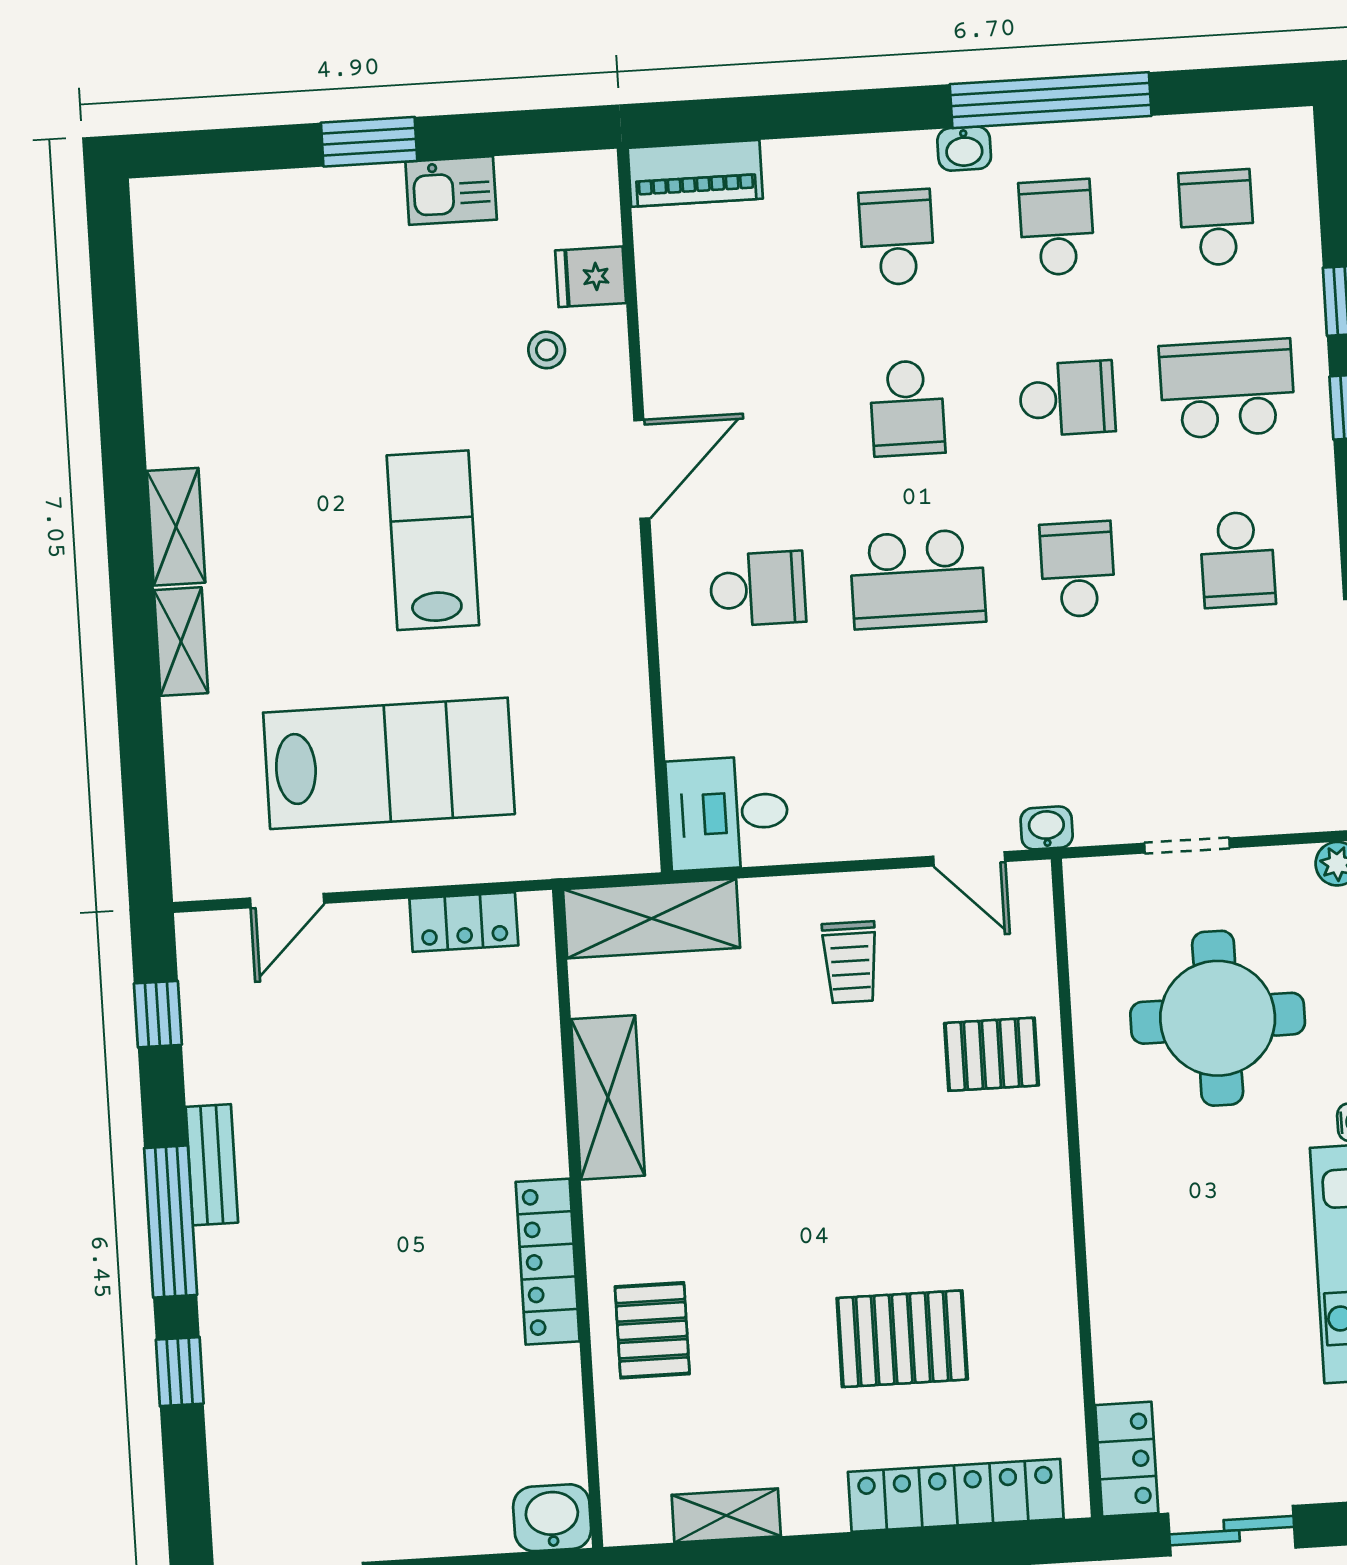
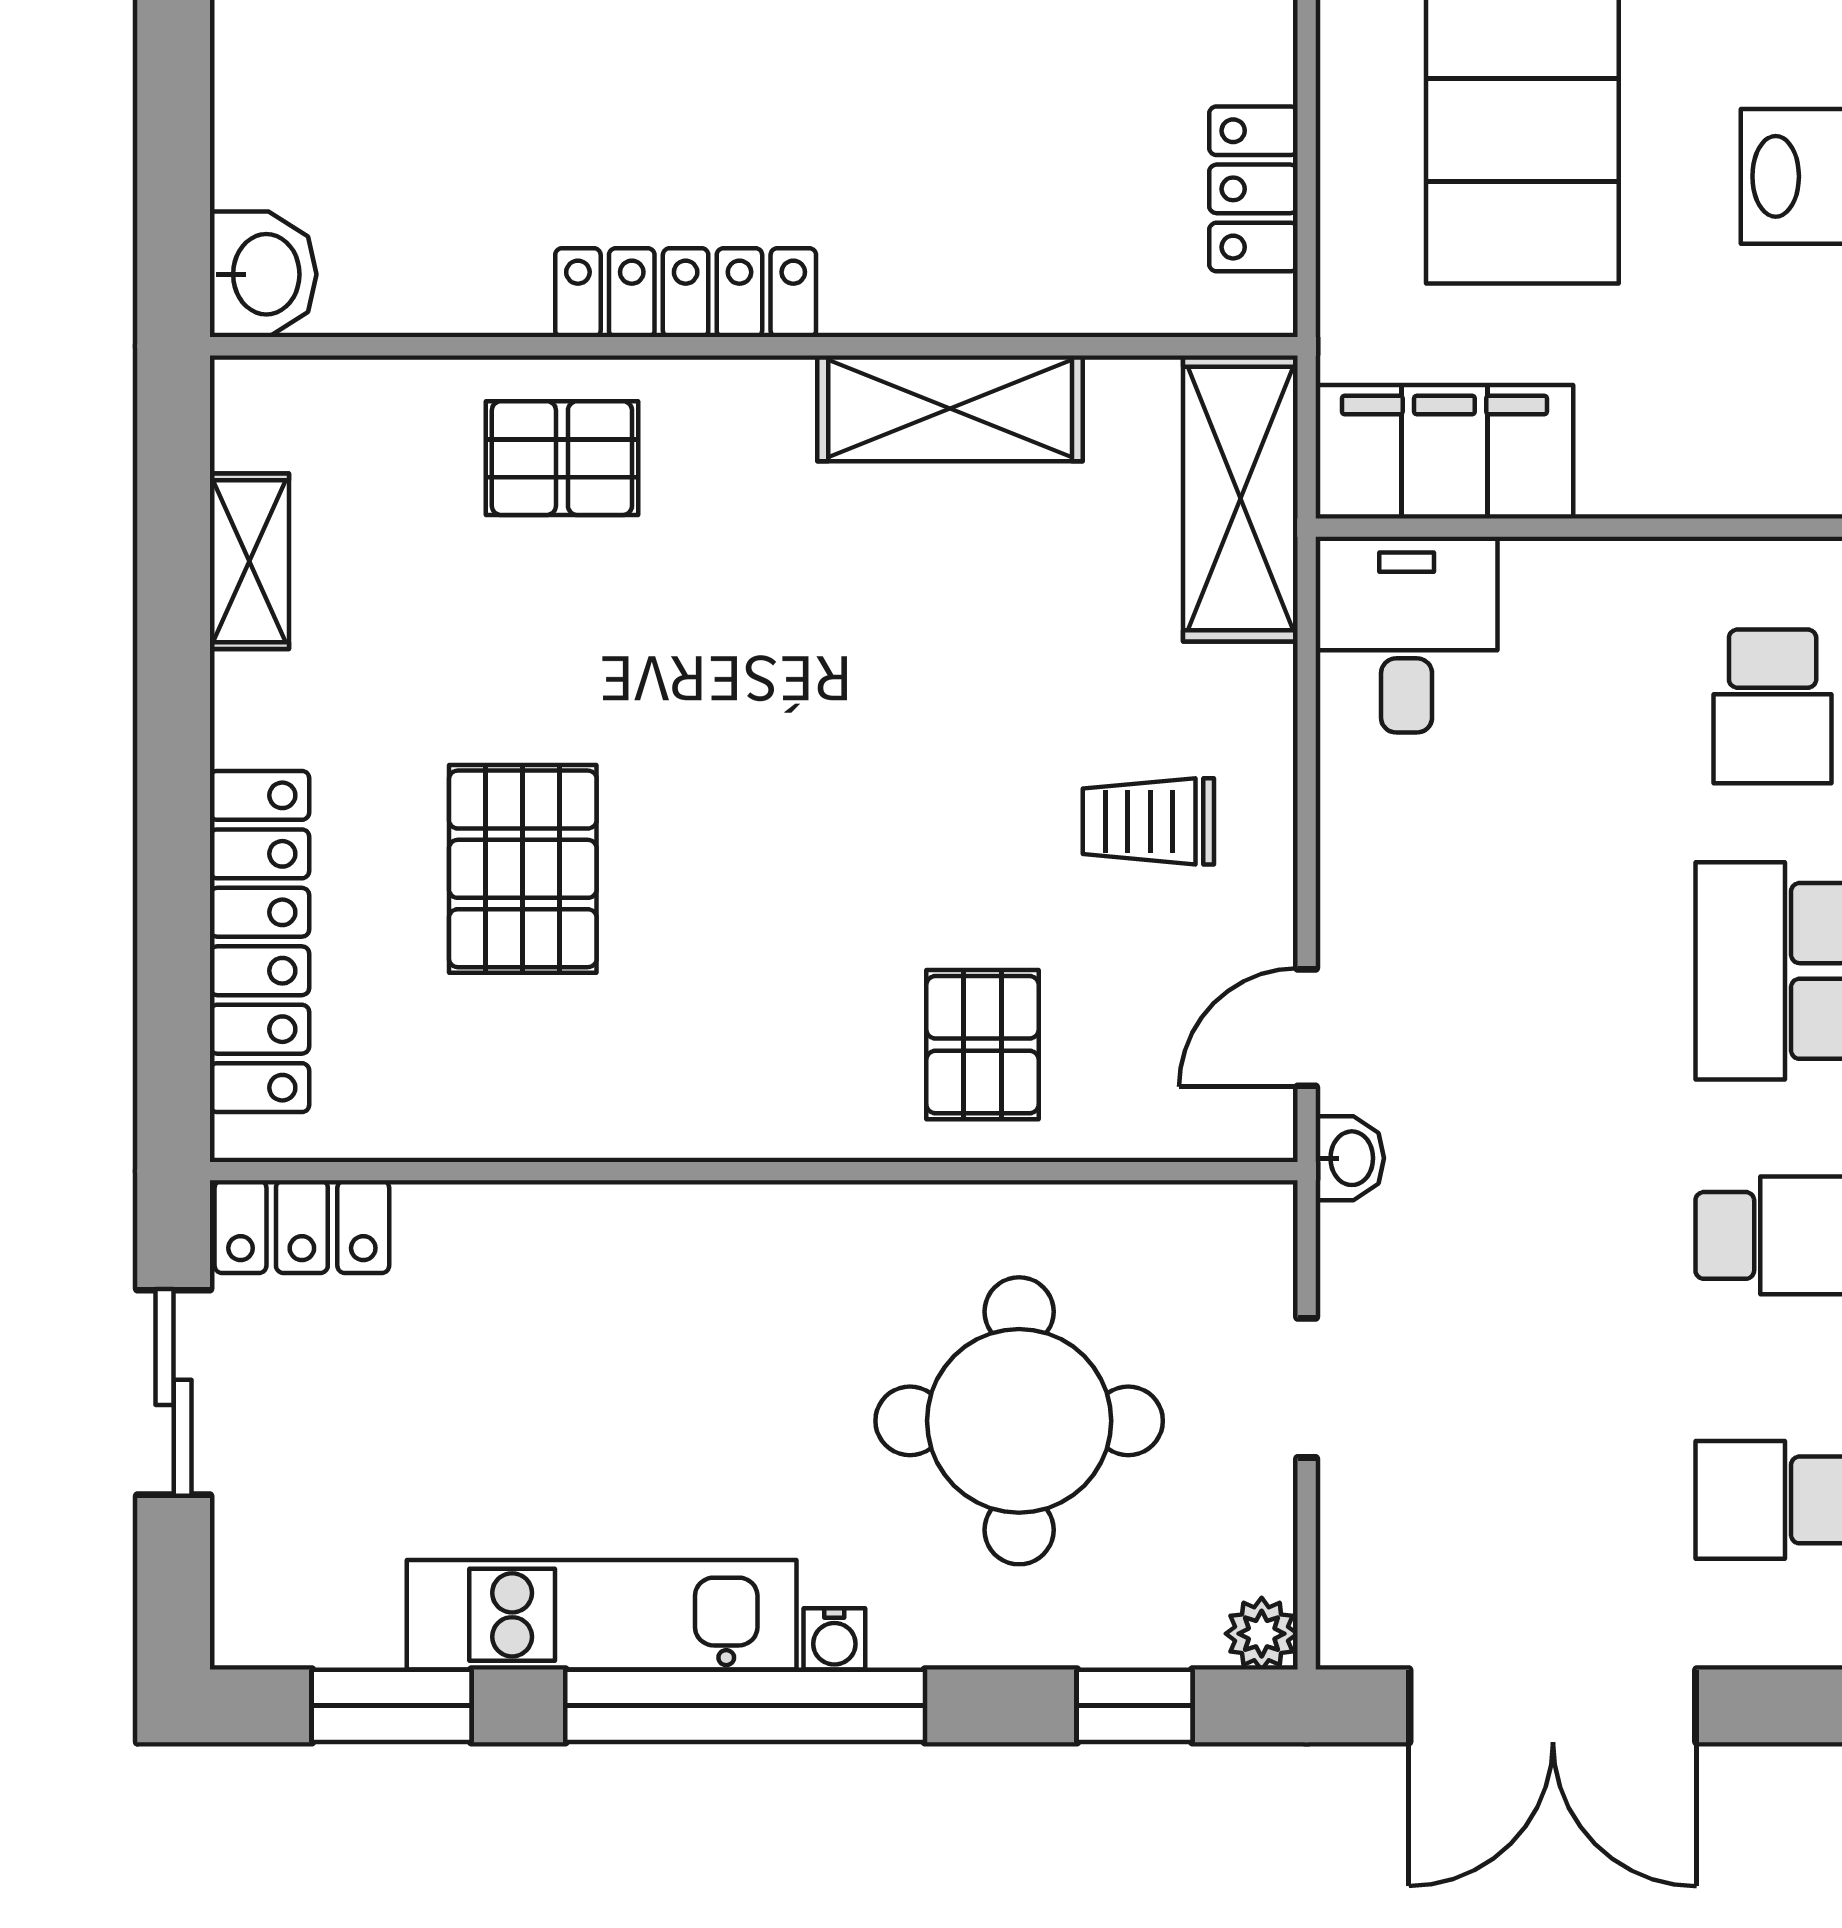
filing cabinet: (616, 797) -> (1444, 452), added

